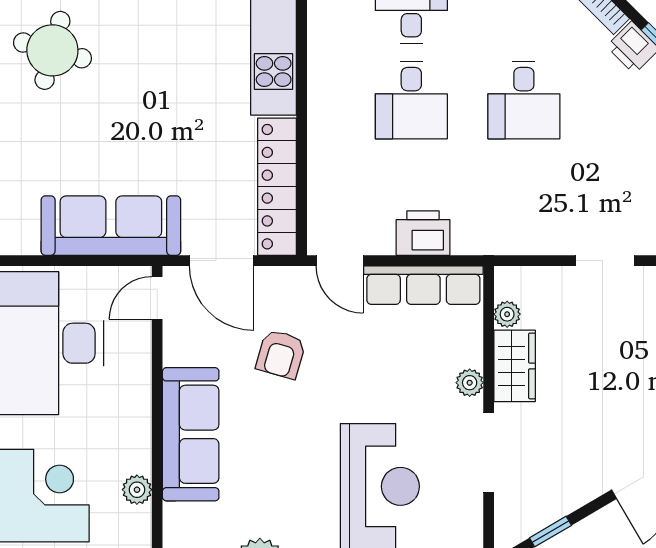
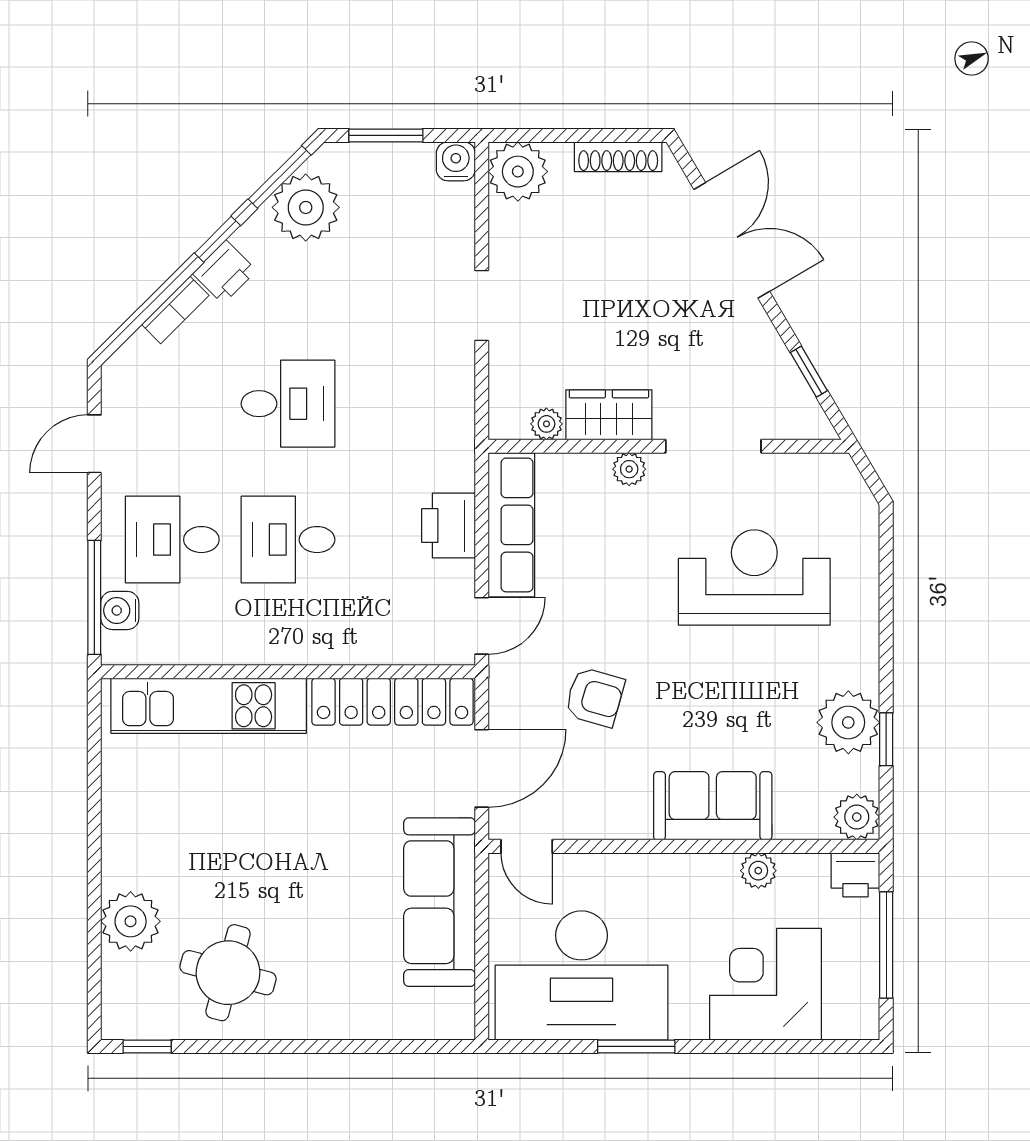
desk: (411, 100) -> (288, 540), turned 180
sofa: (191, 434) -> (713, 806), width x0.73

